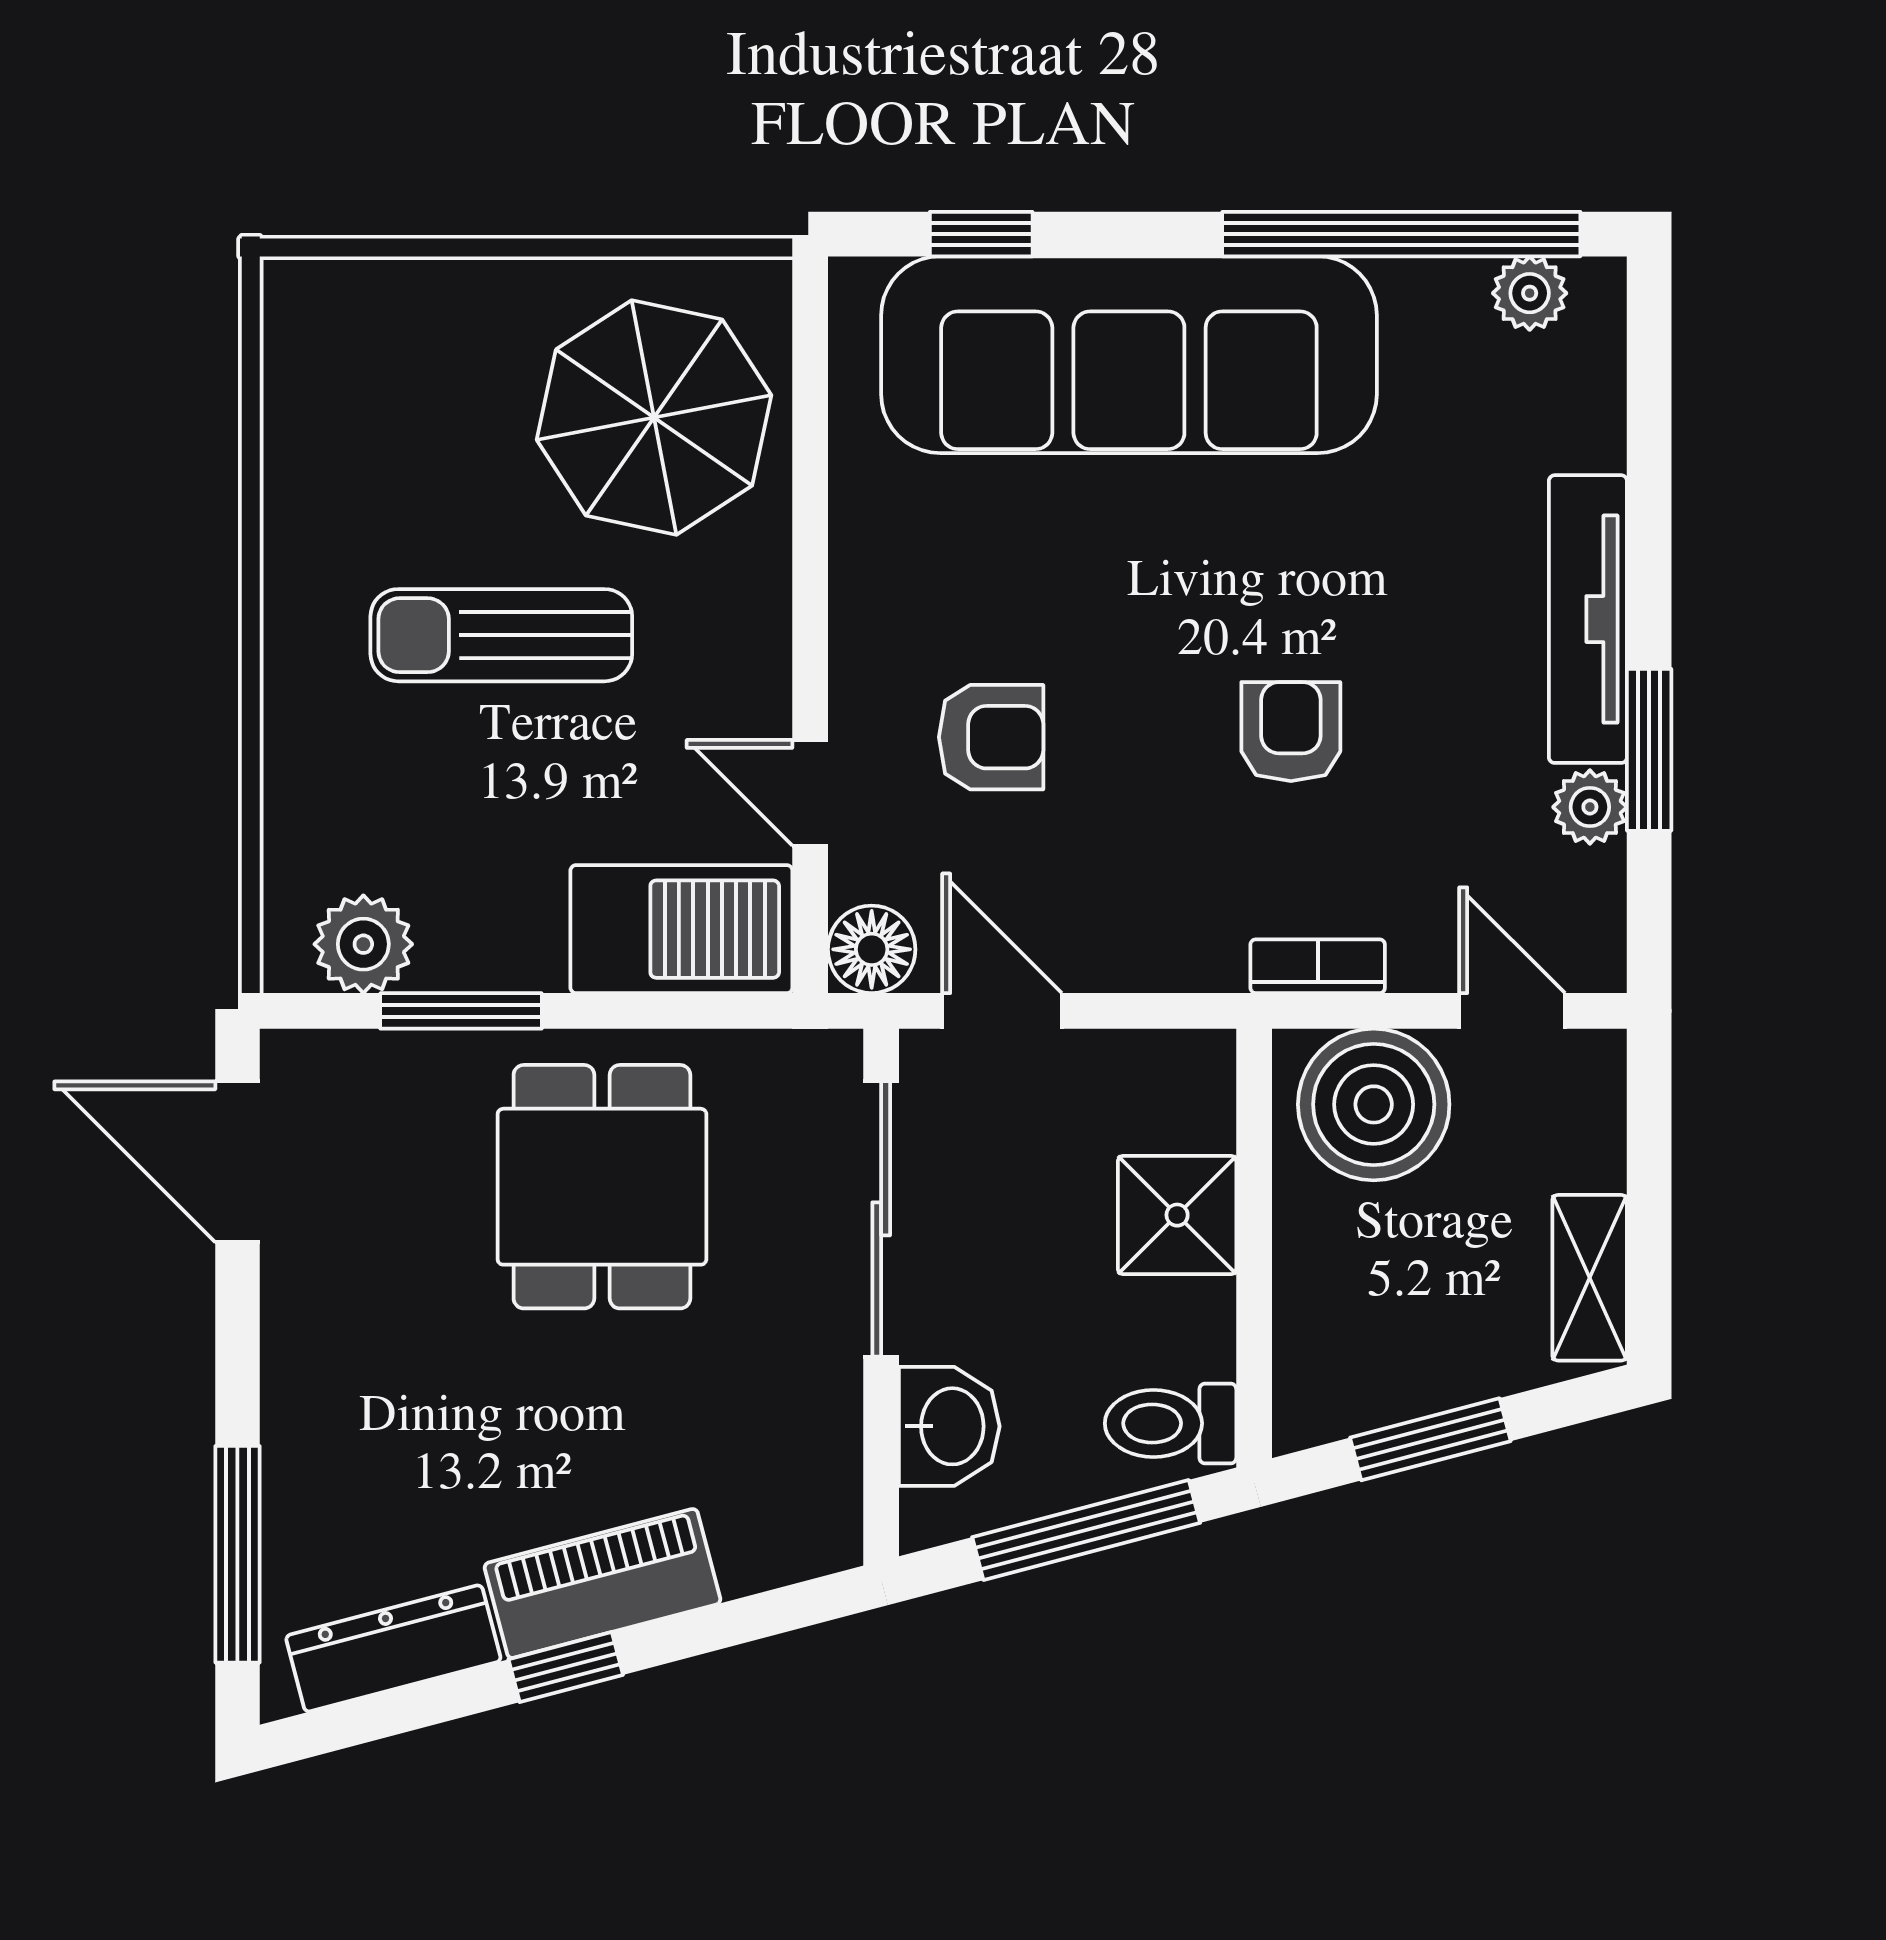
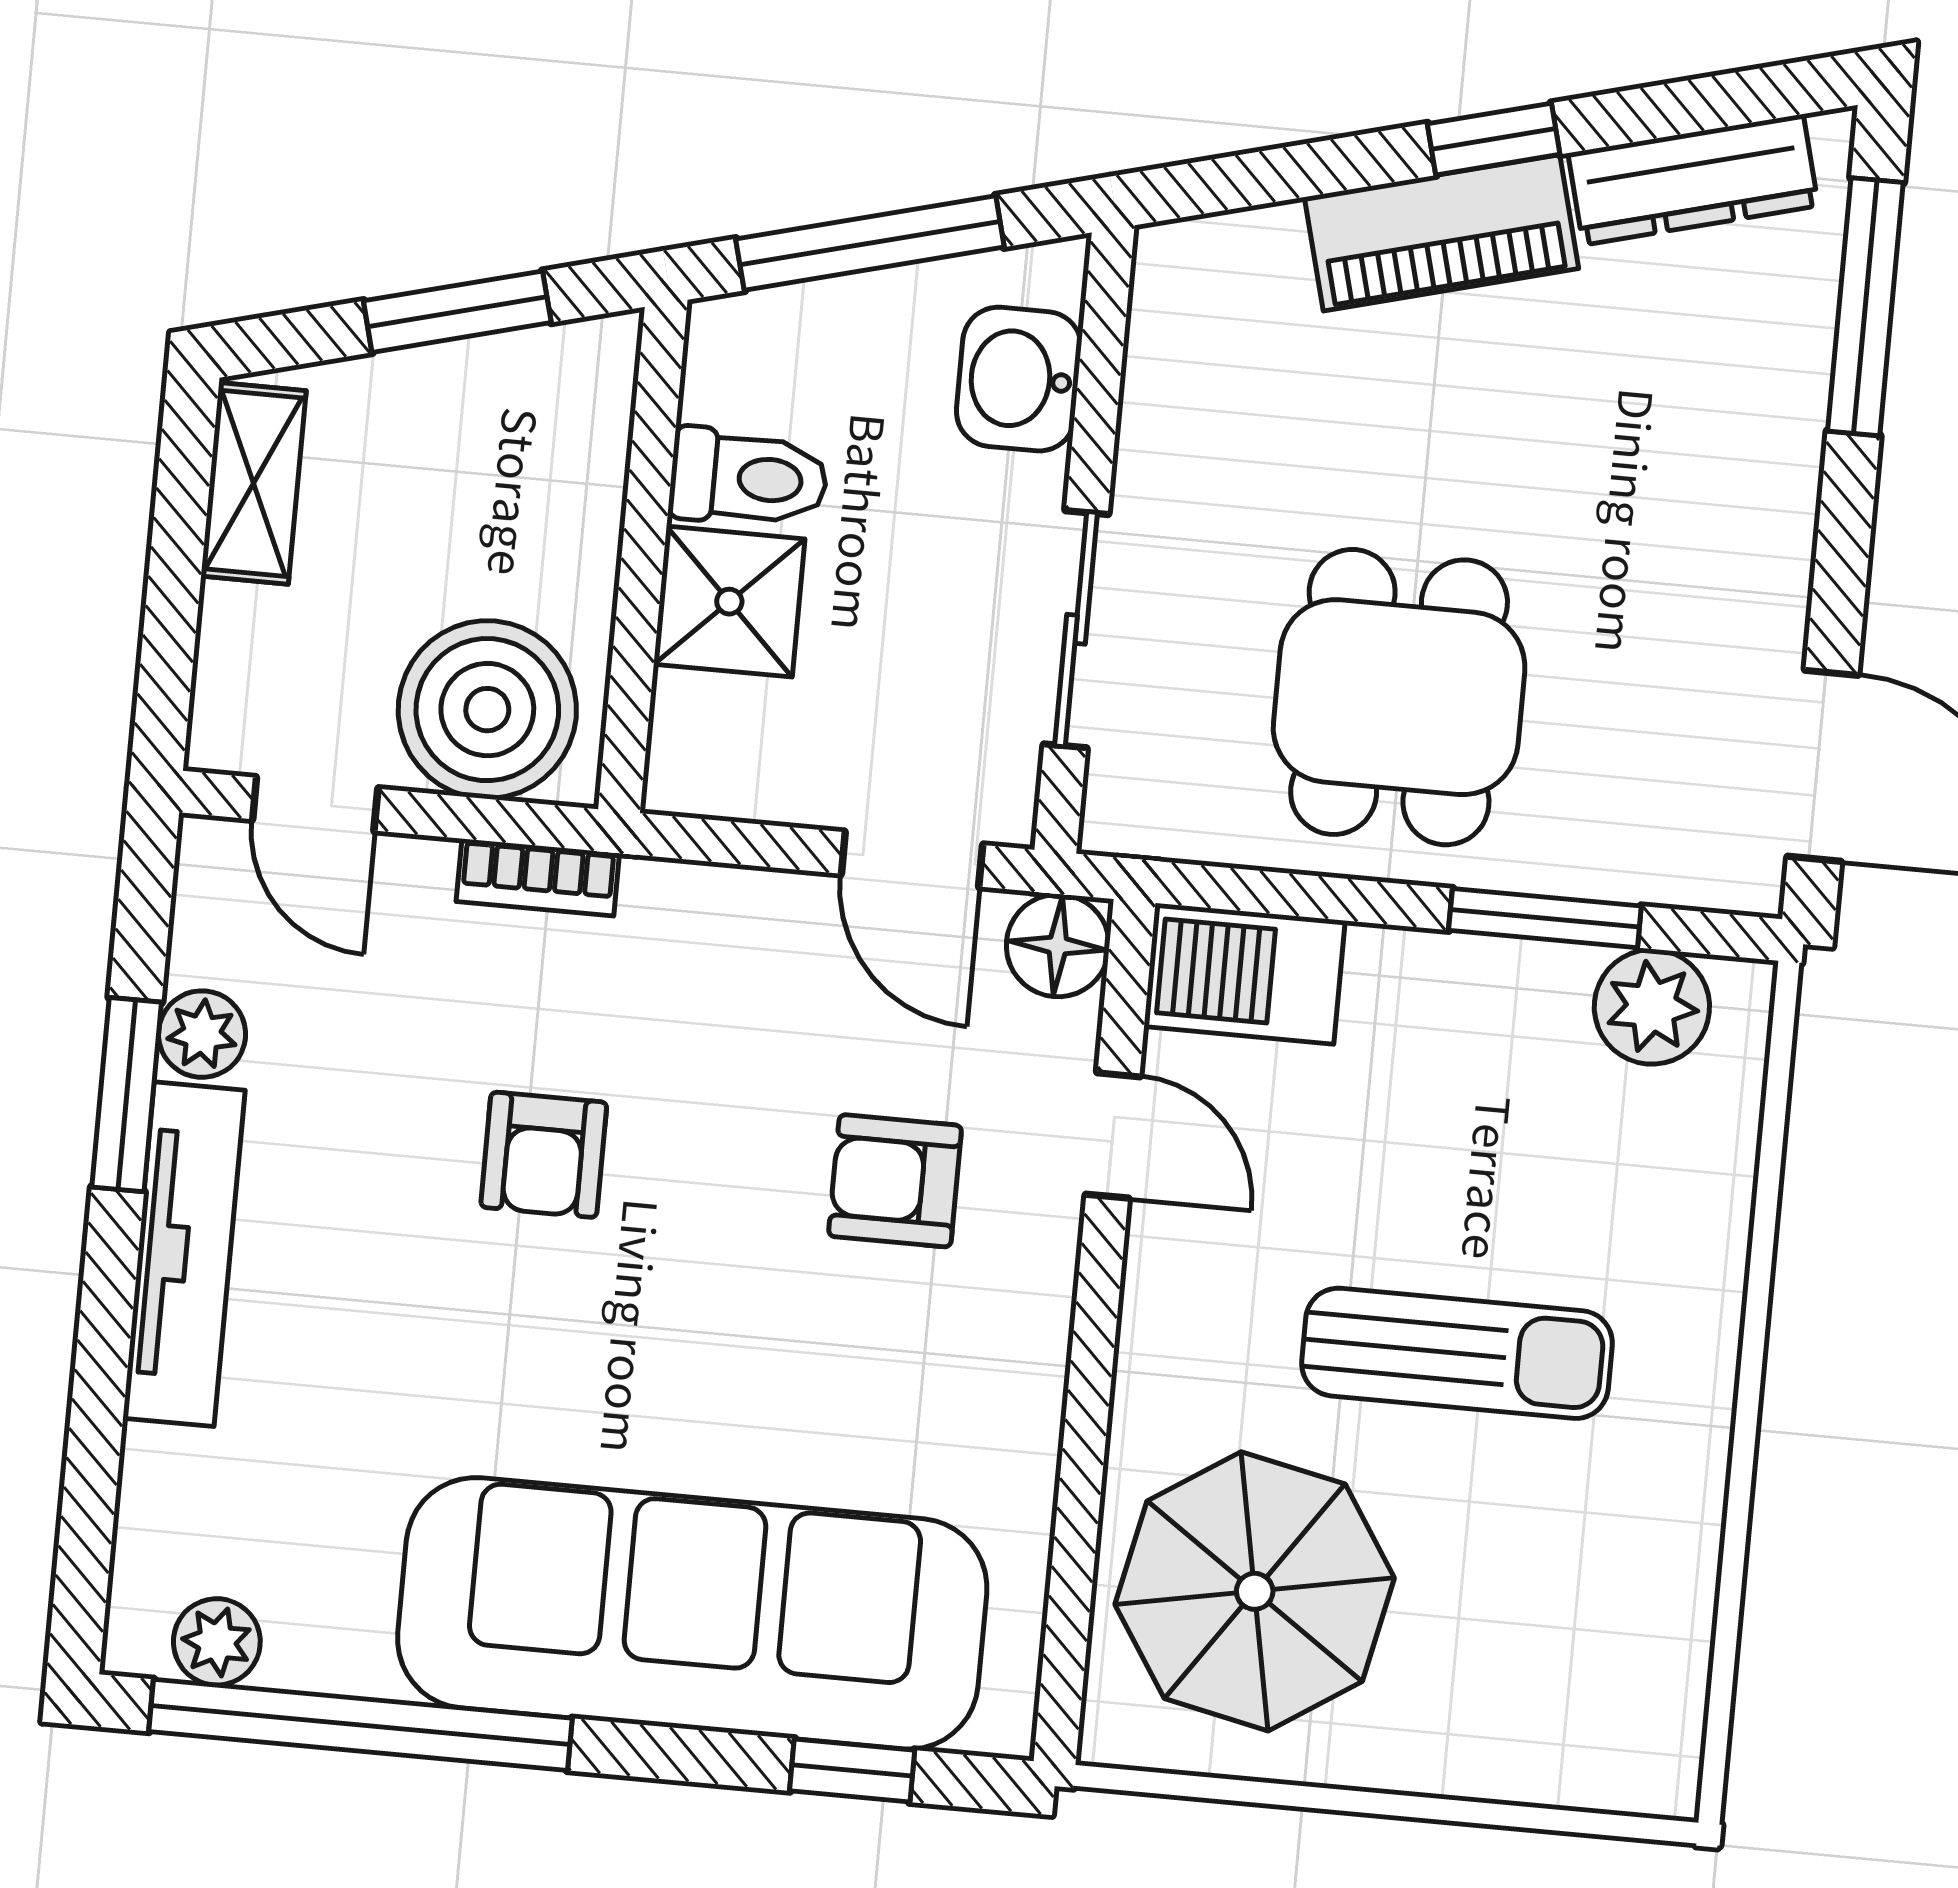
barbecue: (681, 929) -> (1244, 974), width x0.73, depth x0.83
sliding door: (881, 1219) -> (1076, 629), width x0.73
toilet: (1171, 1423) -> (749, 478), moved

